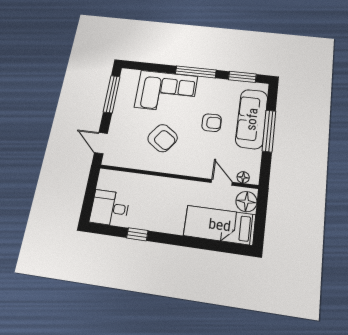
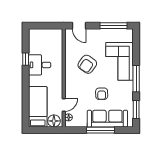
door: (101, 143) -> (79, 26), swing flipped
desk: (110, 208) -> (40, 65), moved, turned -90

